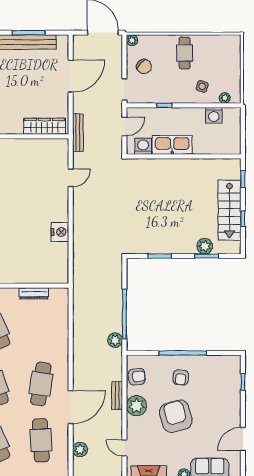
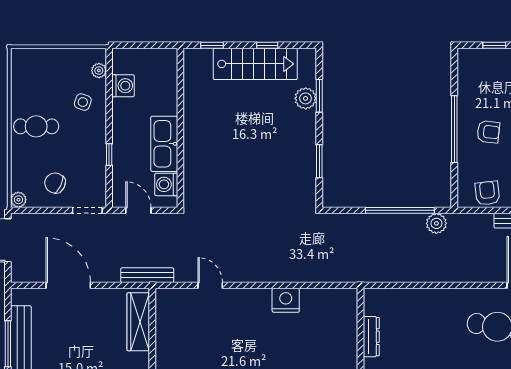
chair: (144, 66) -> (55, 183), turned -113

